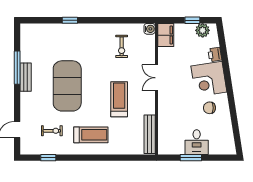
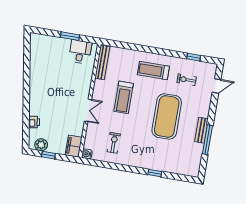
corner desk: (209, 79) -> (43, 102), removed
chair: (209, 108) -> (46, 77), removed
desk: (197, 142) -> (80, 52), moved

